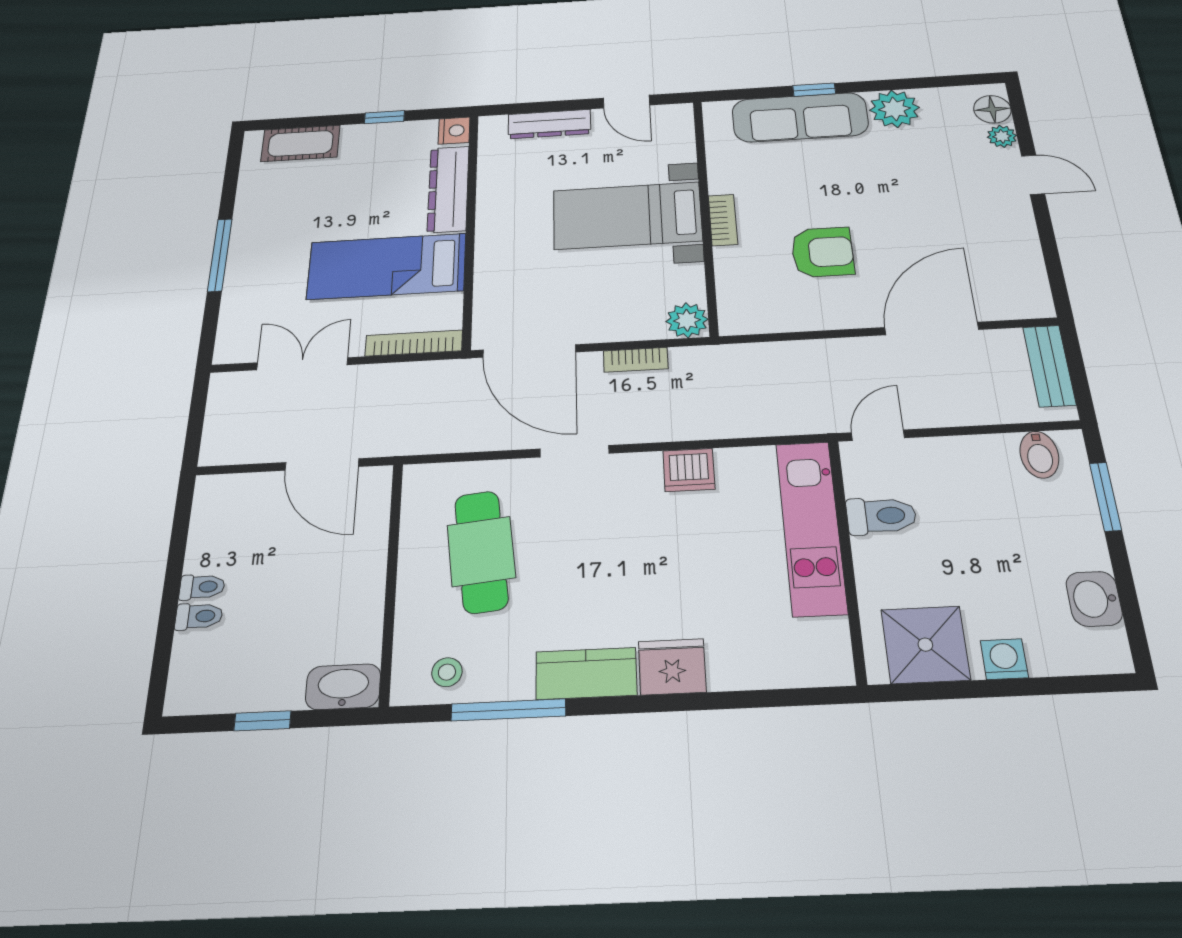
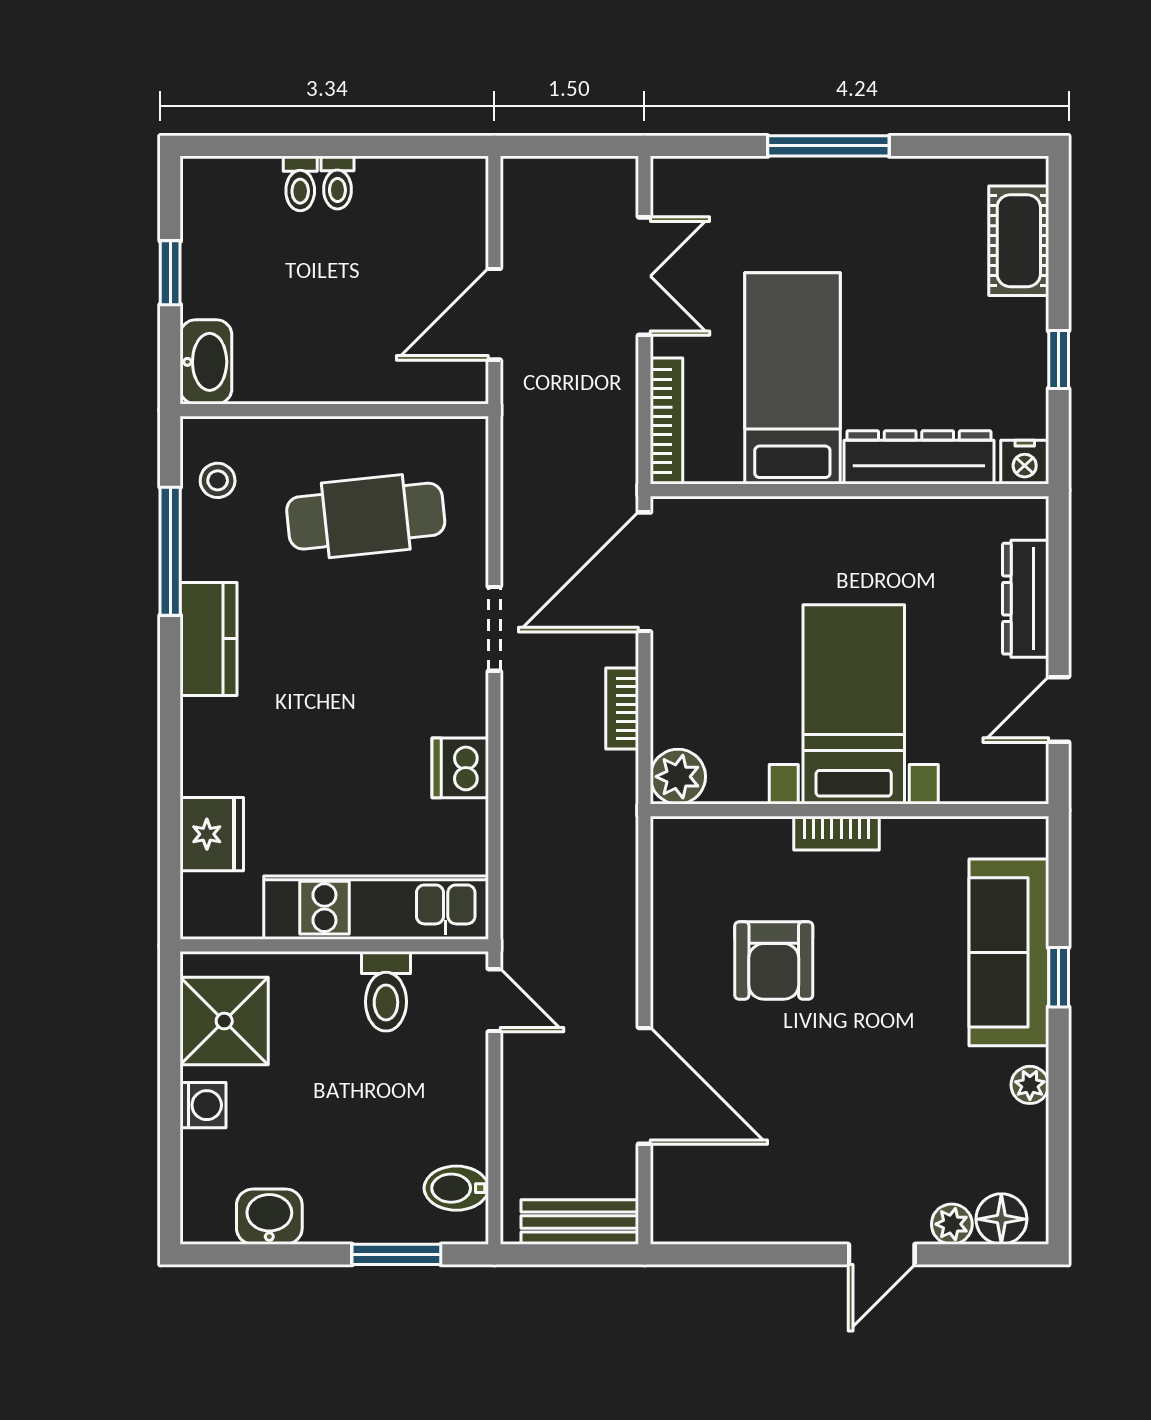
plant: (894, 109) -> (1030, 1085), width x0.53, depth x0.53
fridge: (672, 667) -> (212, 834), moved

